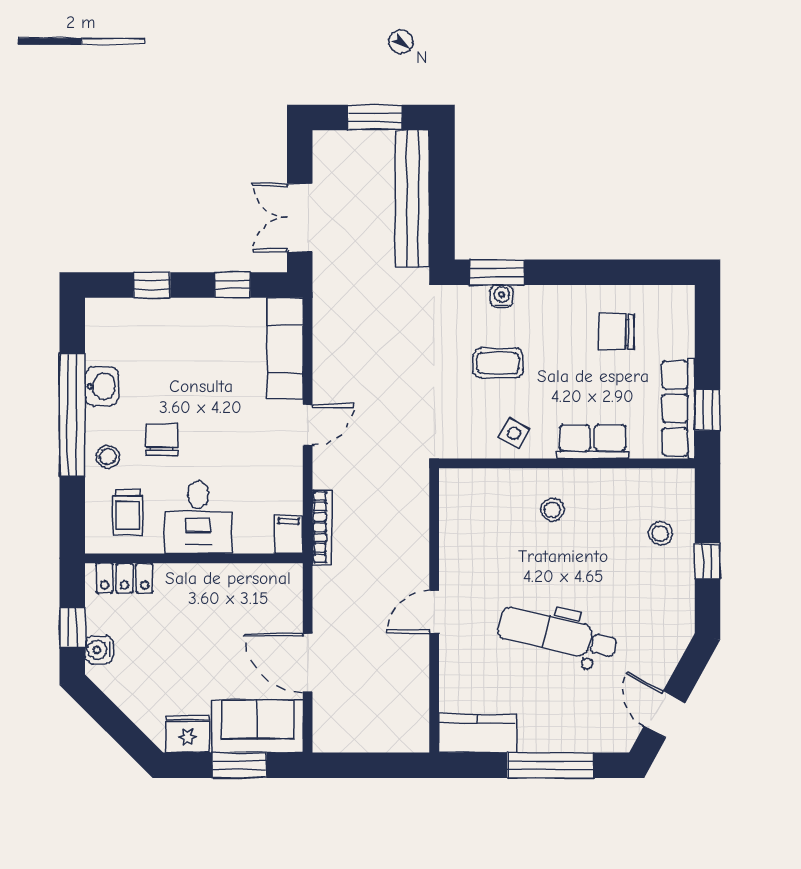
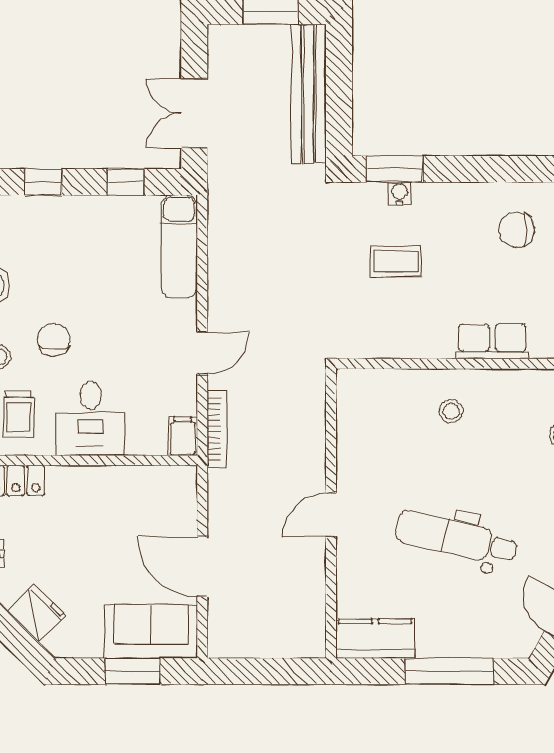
door: (308, 425) -> (202, 353), moved
side table: (514, 433) -> (412, 333), removed
fridge: (188, 734) -> (37, 613), moved, turned 45

